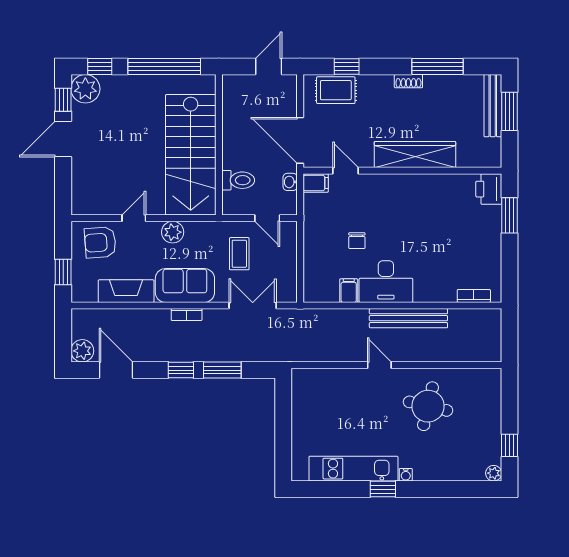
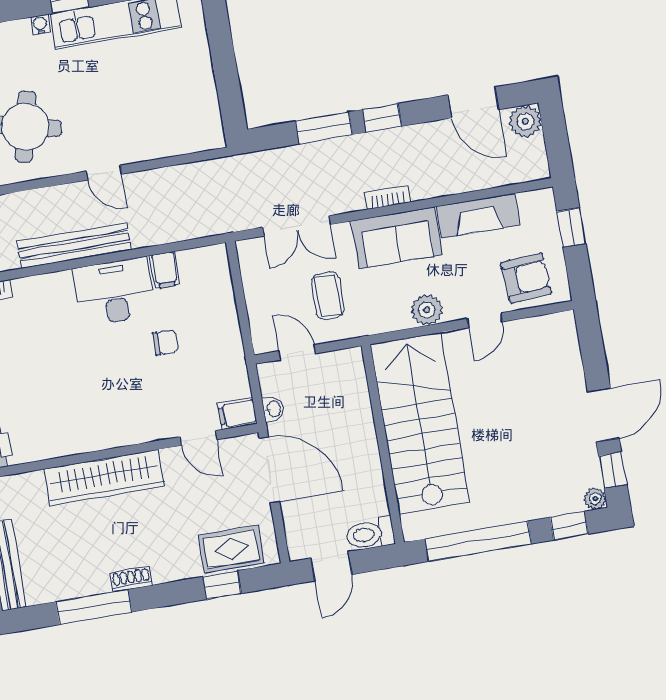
plant: (85, 89) -> (595, 499), width x0.53, depth x0.53
toilet: (238, 180) -> (370, 534), moved
chair: (357, 241) -> (165, 342), turned 90

